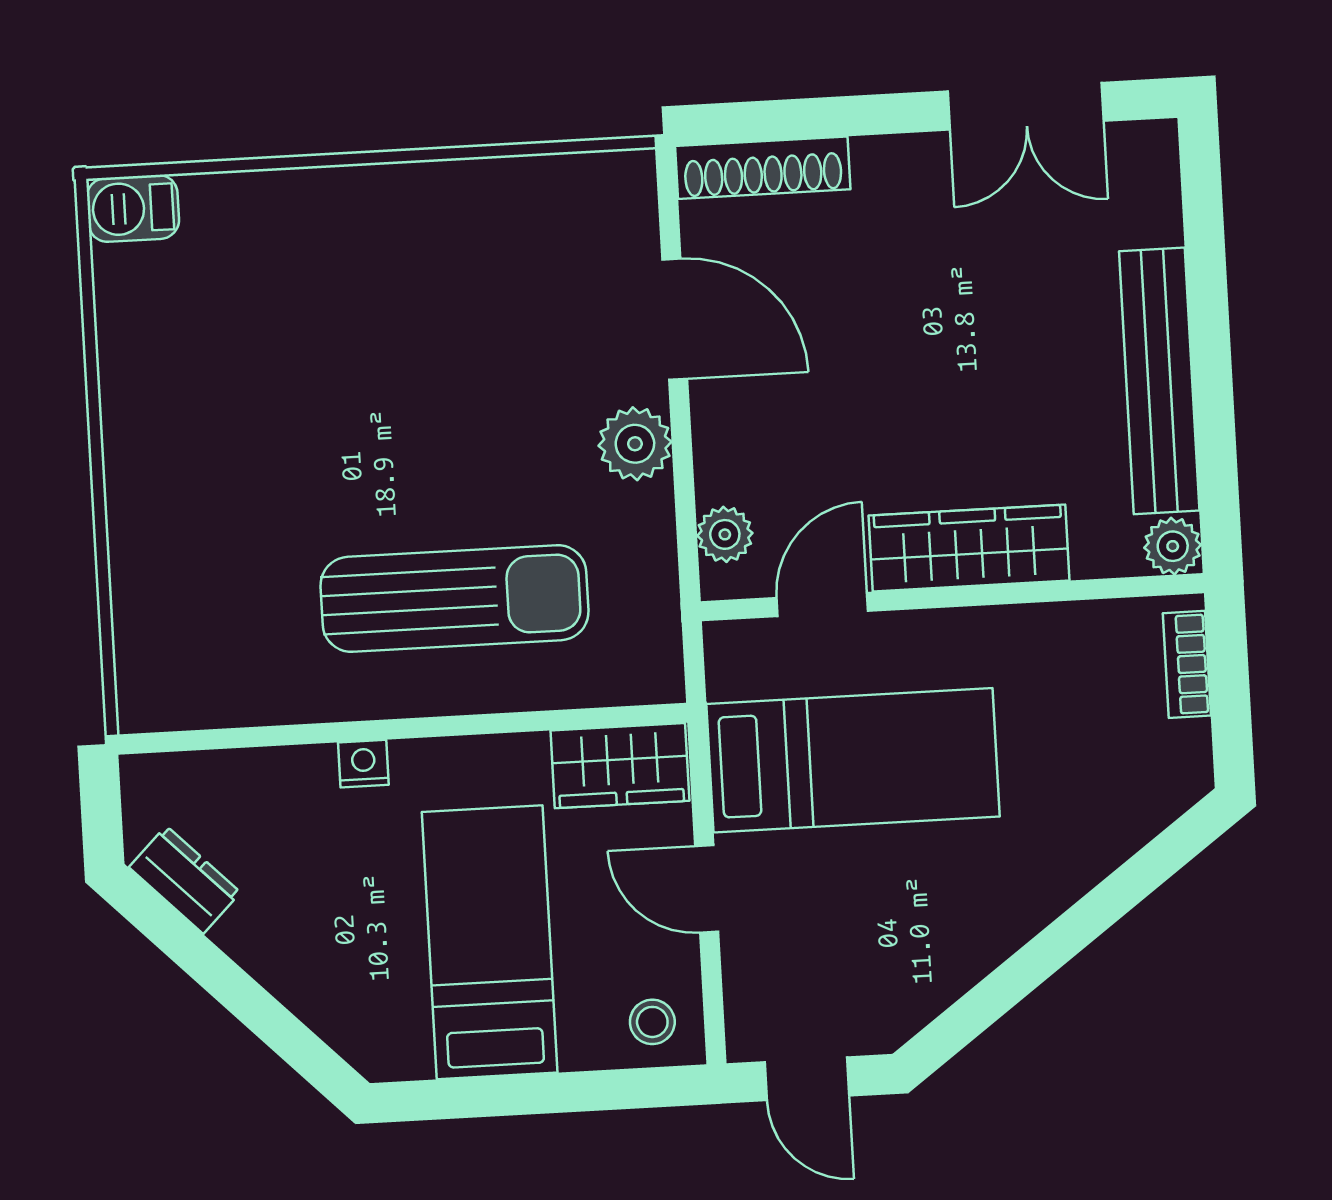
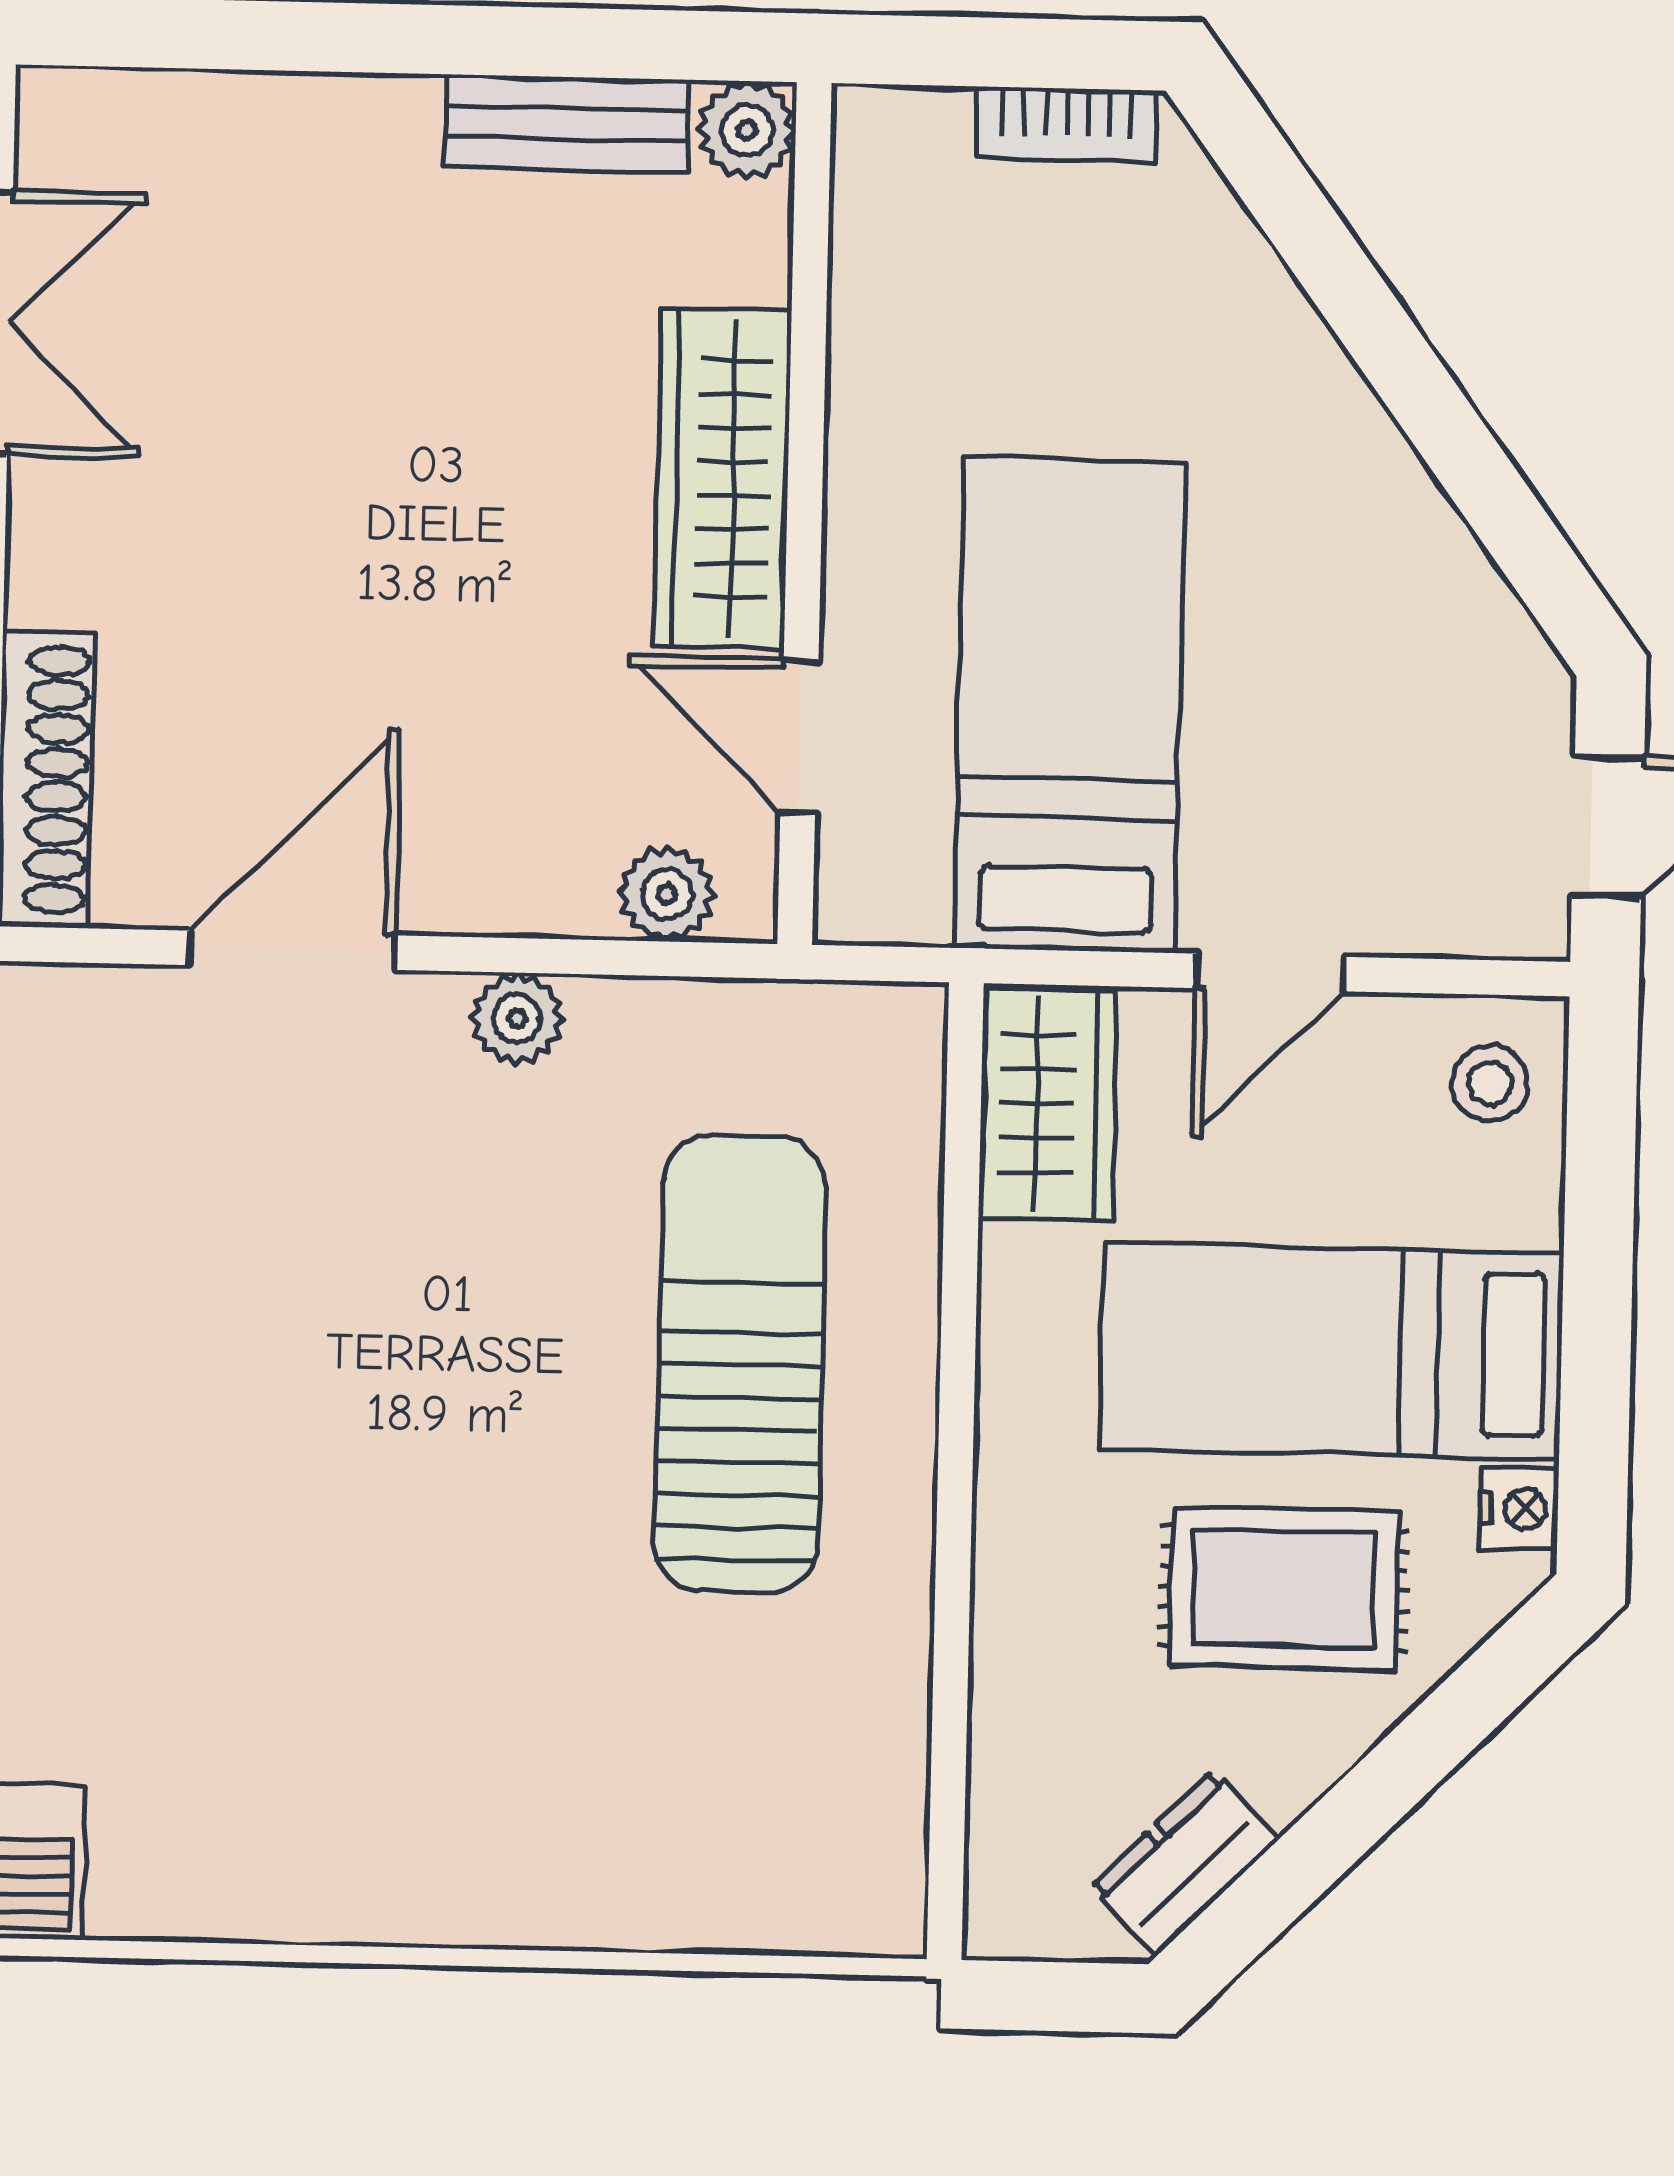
bench: (1159, 381) -> (568, 123), width x0.54, depth x0.82
plant: (635, 444) -> (517, 1018), width x0.73, depth x0.73
bookcase: (1187, 664) -> (1066, 124), moved
nightstand: (363, 764) -> (1519, 1509), moved, turned 180
rug: (349, 925) -> (1284, 1589), added

